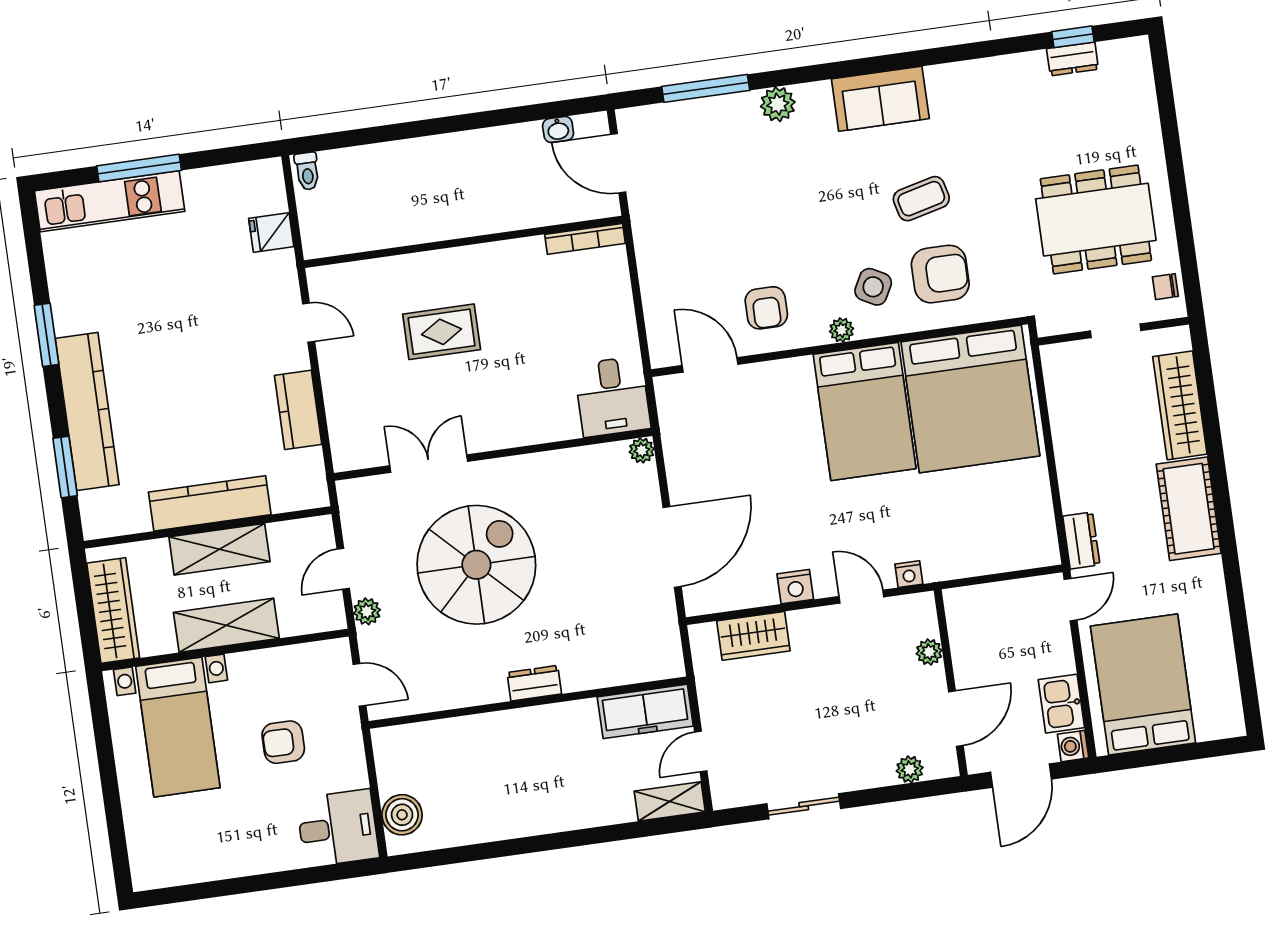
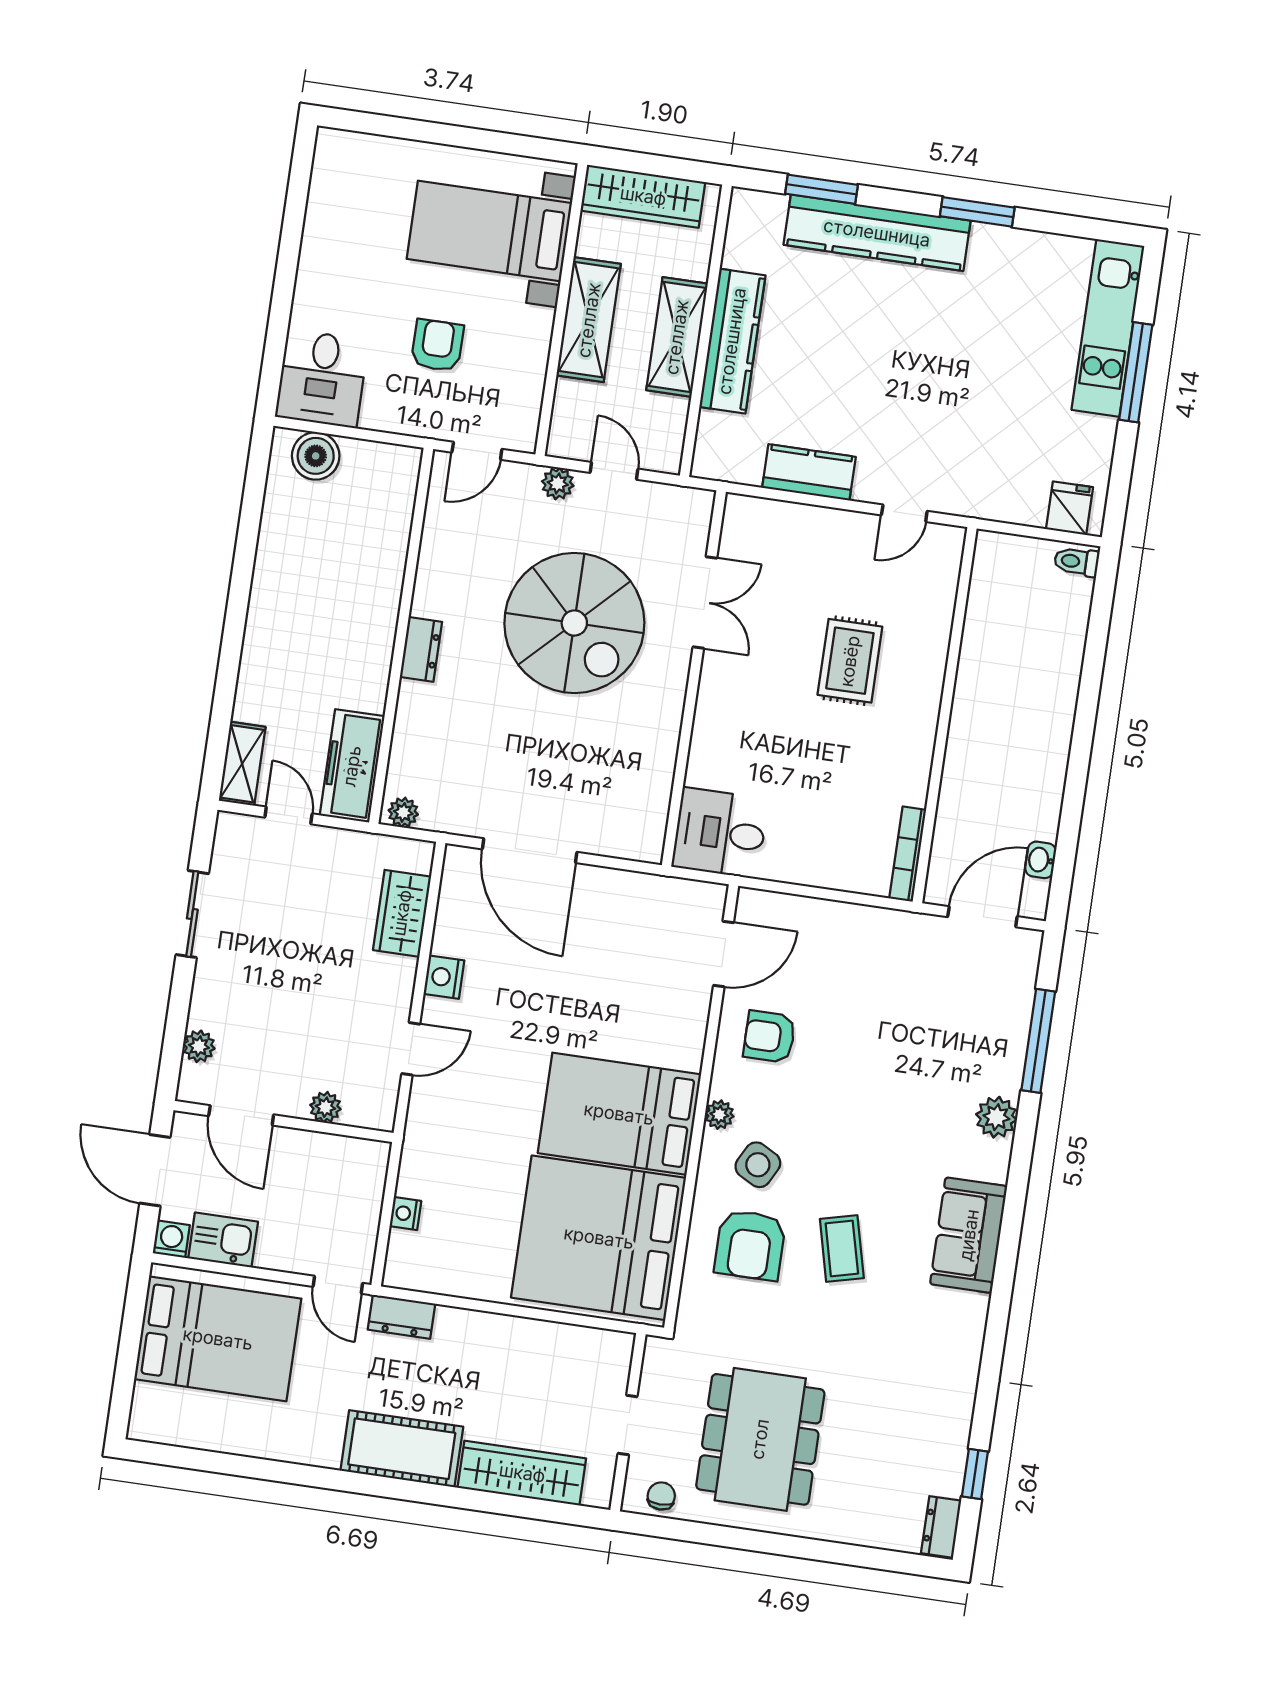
dresser: (1073, 59) -> (941, 1527), moved
fridge: (271, 232) -> (1070, 508), moved
plant: (642, 450) -> (403, 812), moved
nightstand: (909, 574) -> (405, 1213), moved

